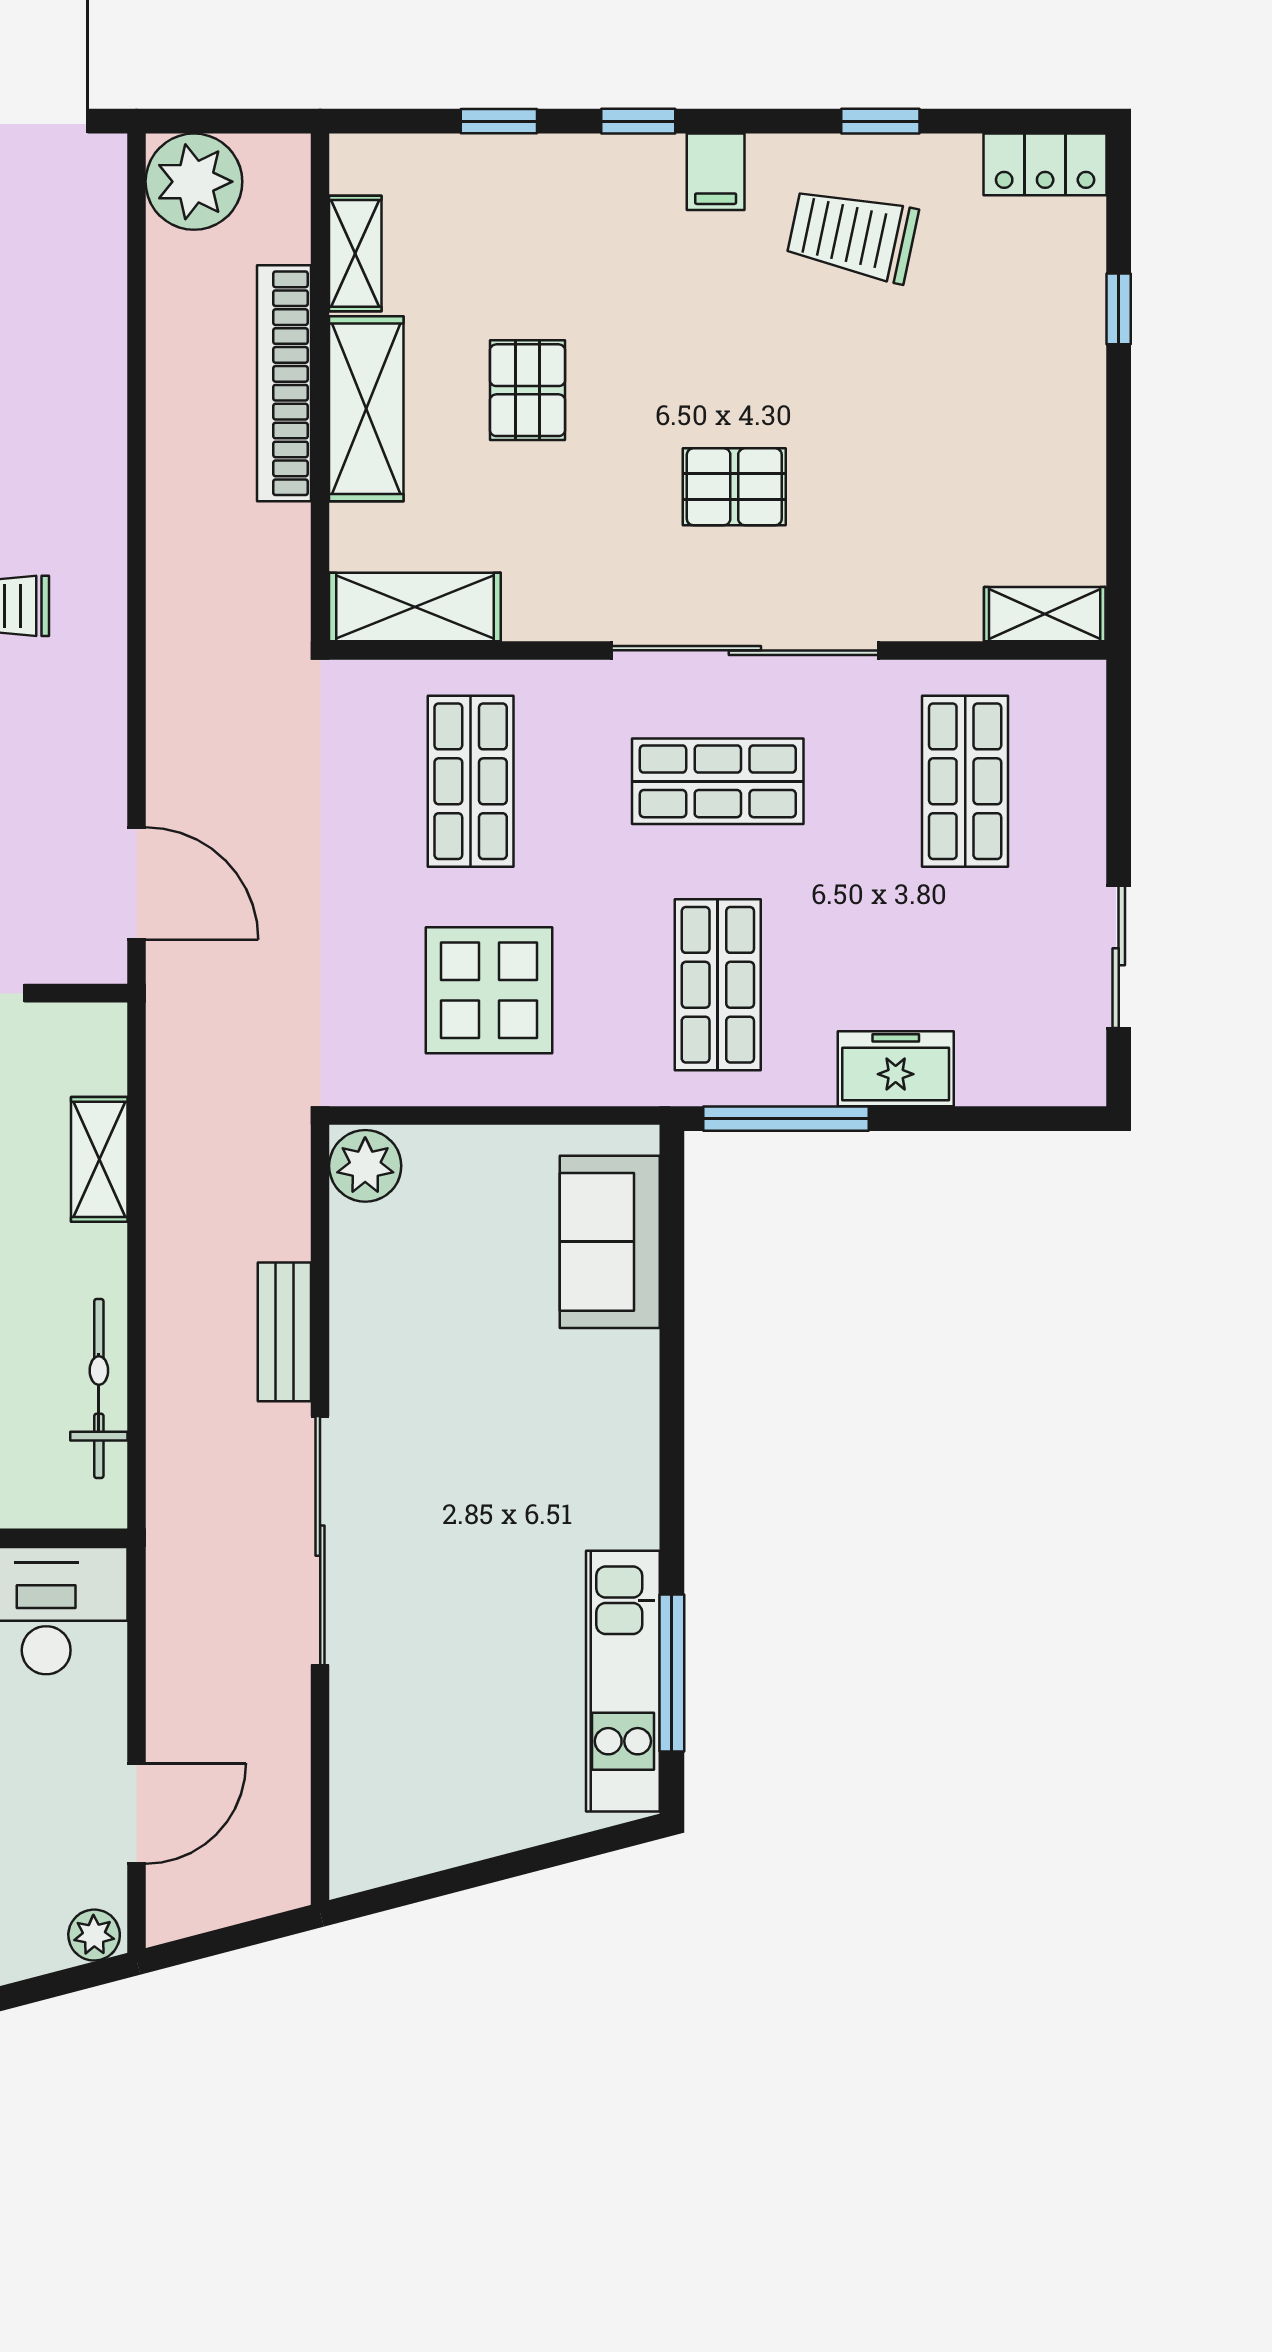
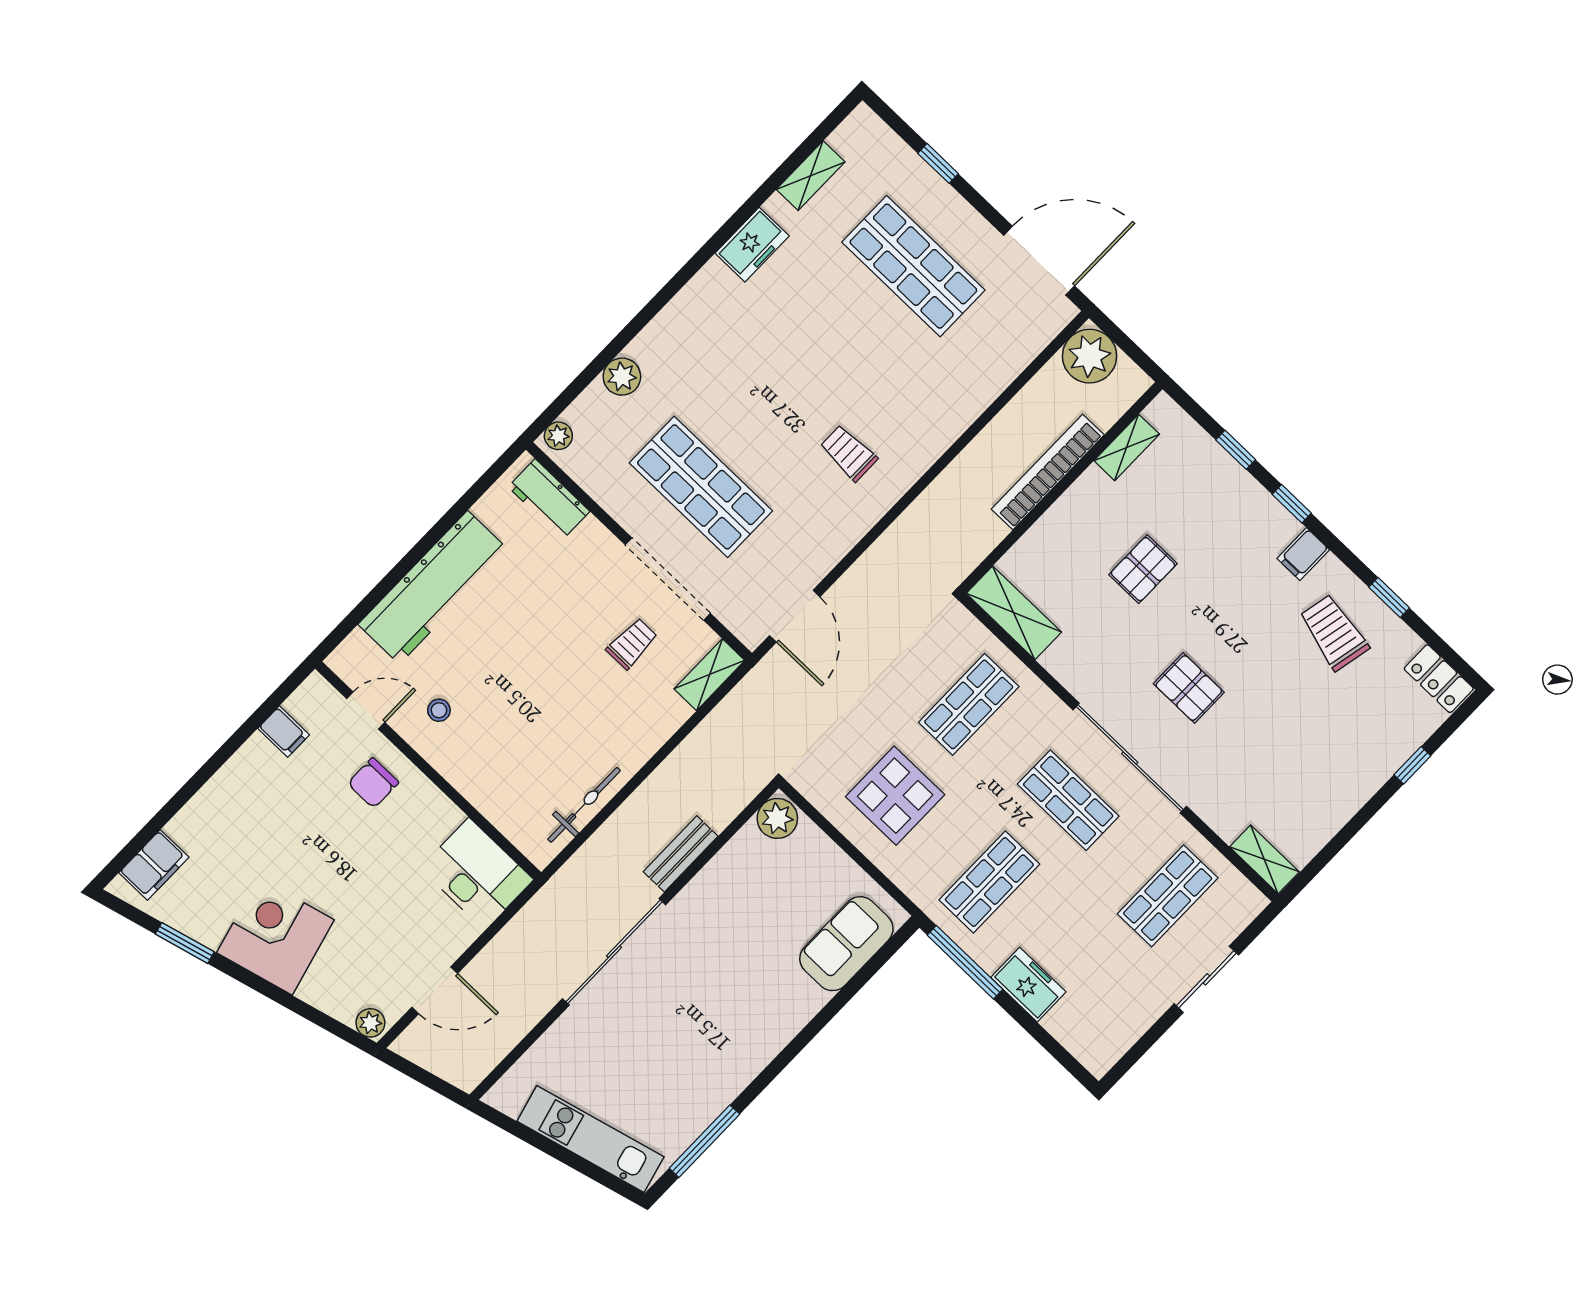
shelving: (366, 409) -> (1071, 514), removed
sliding door: (1119, 957) -> (1206, 979), moved
shelving: (99, 1159) -> (709, 675), moved
kitchen unit: (623, 1681) -> (590, 1139), moved, turned 75

